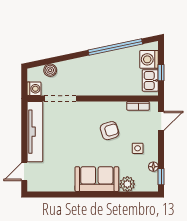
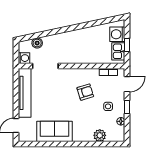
window: (115, 47) -> (90, 24), removed
window: (161, 177) -> (127, 107), moved
sofa: (97, 179) -> (54, 131), moved

